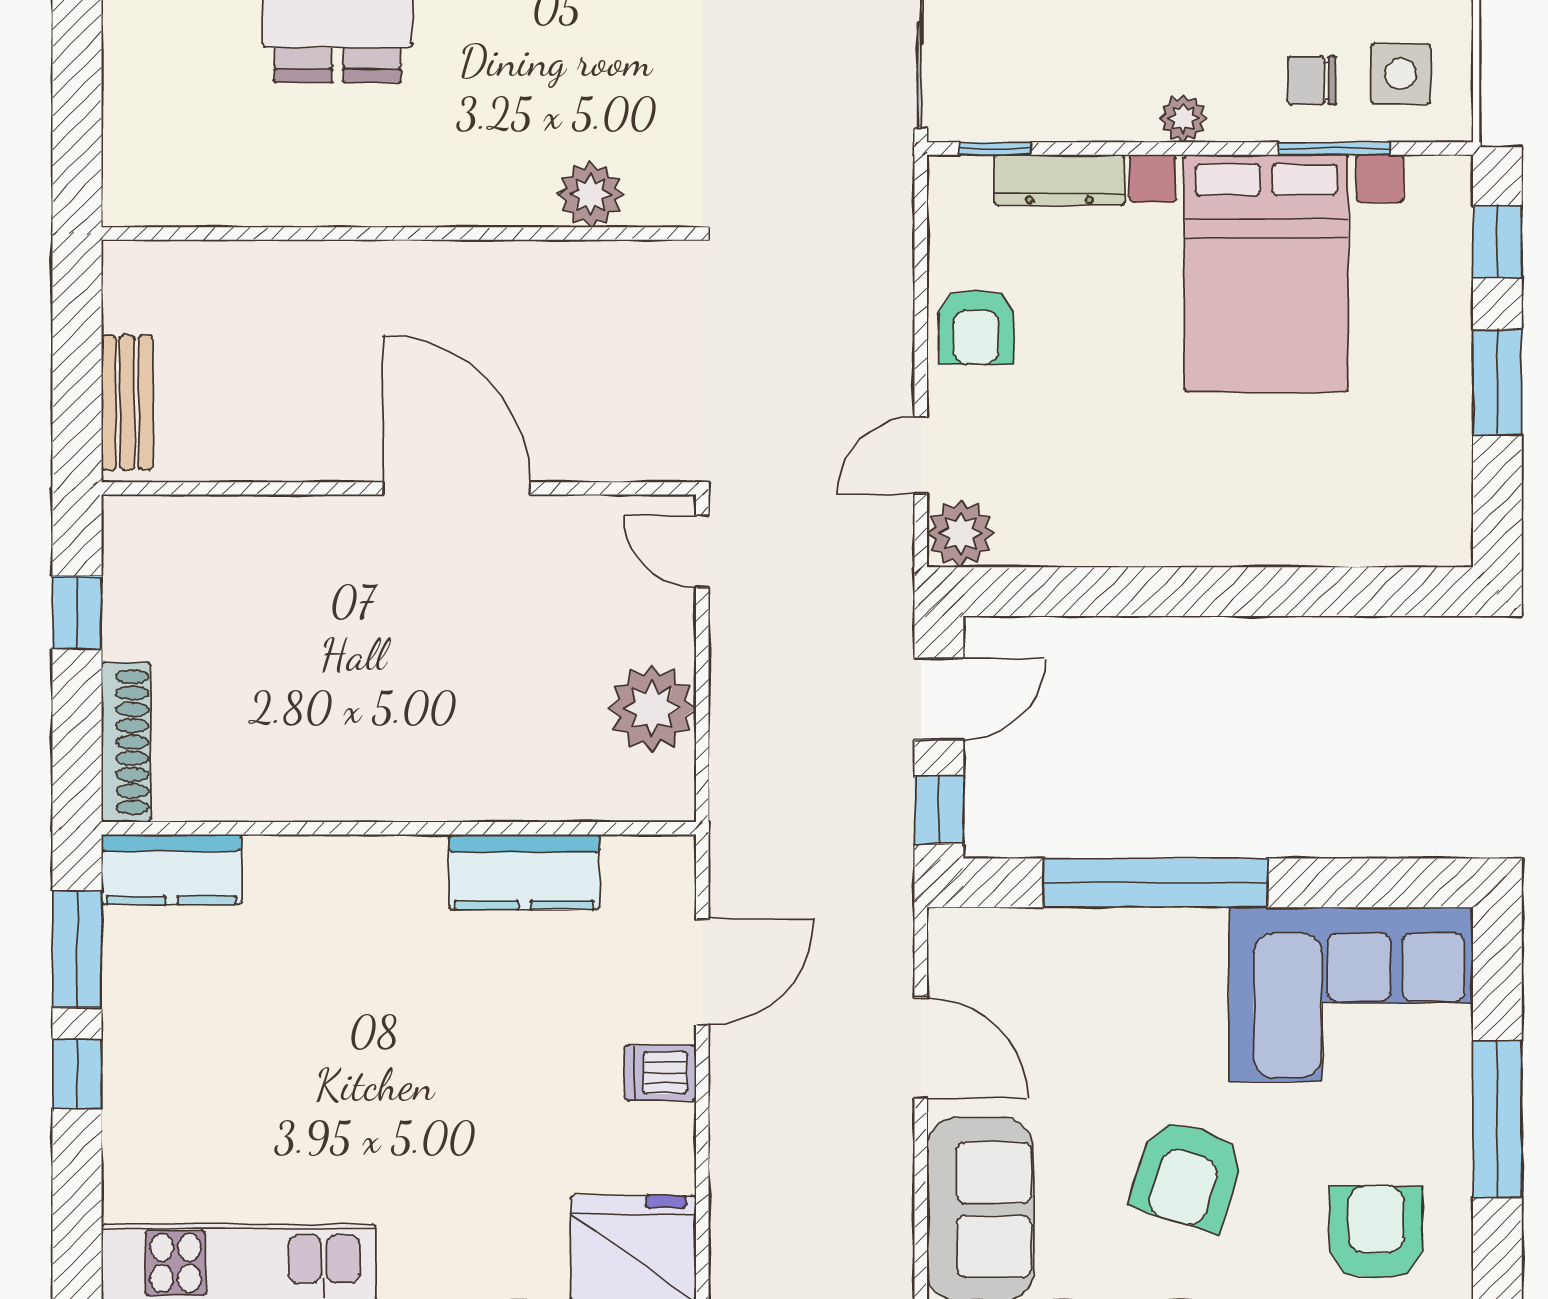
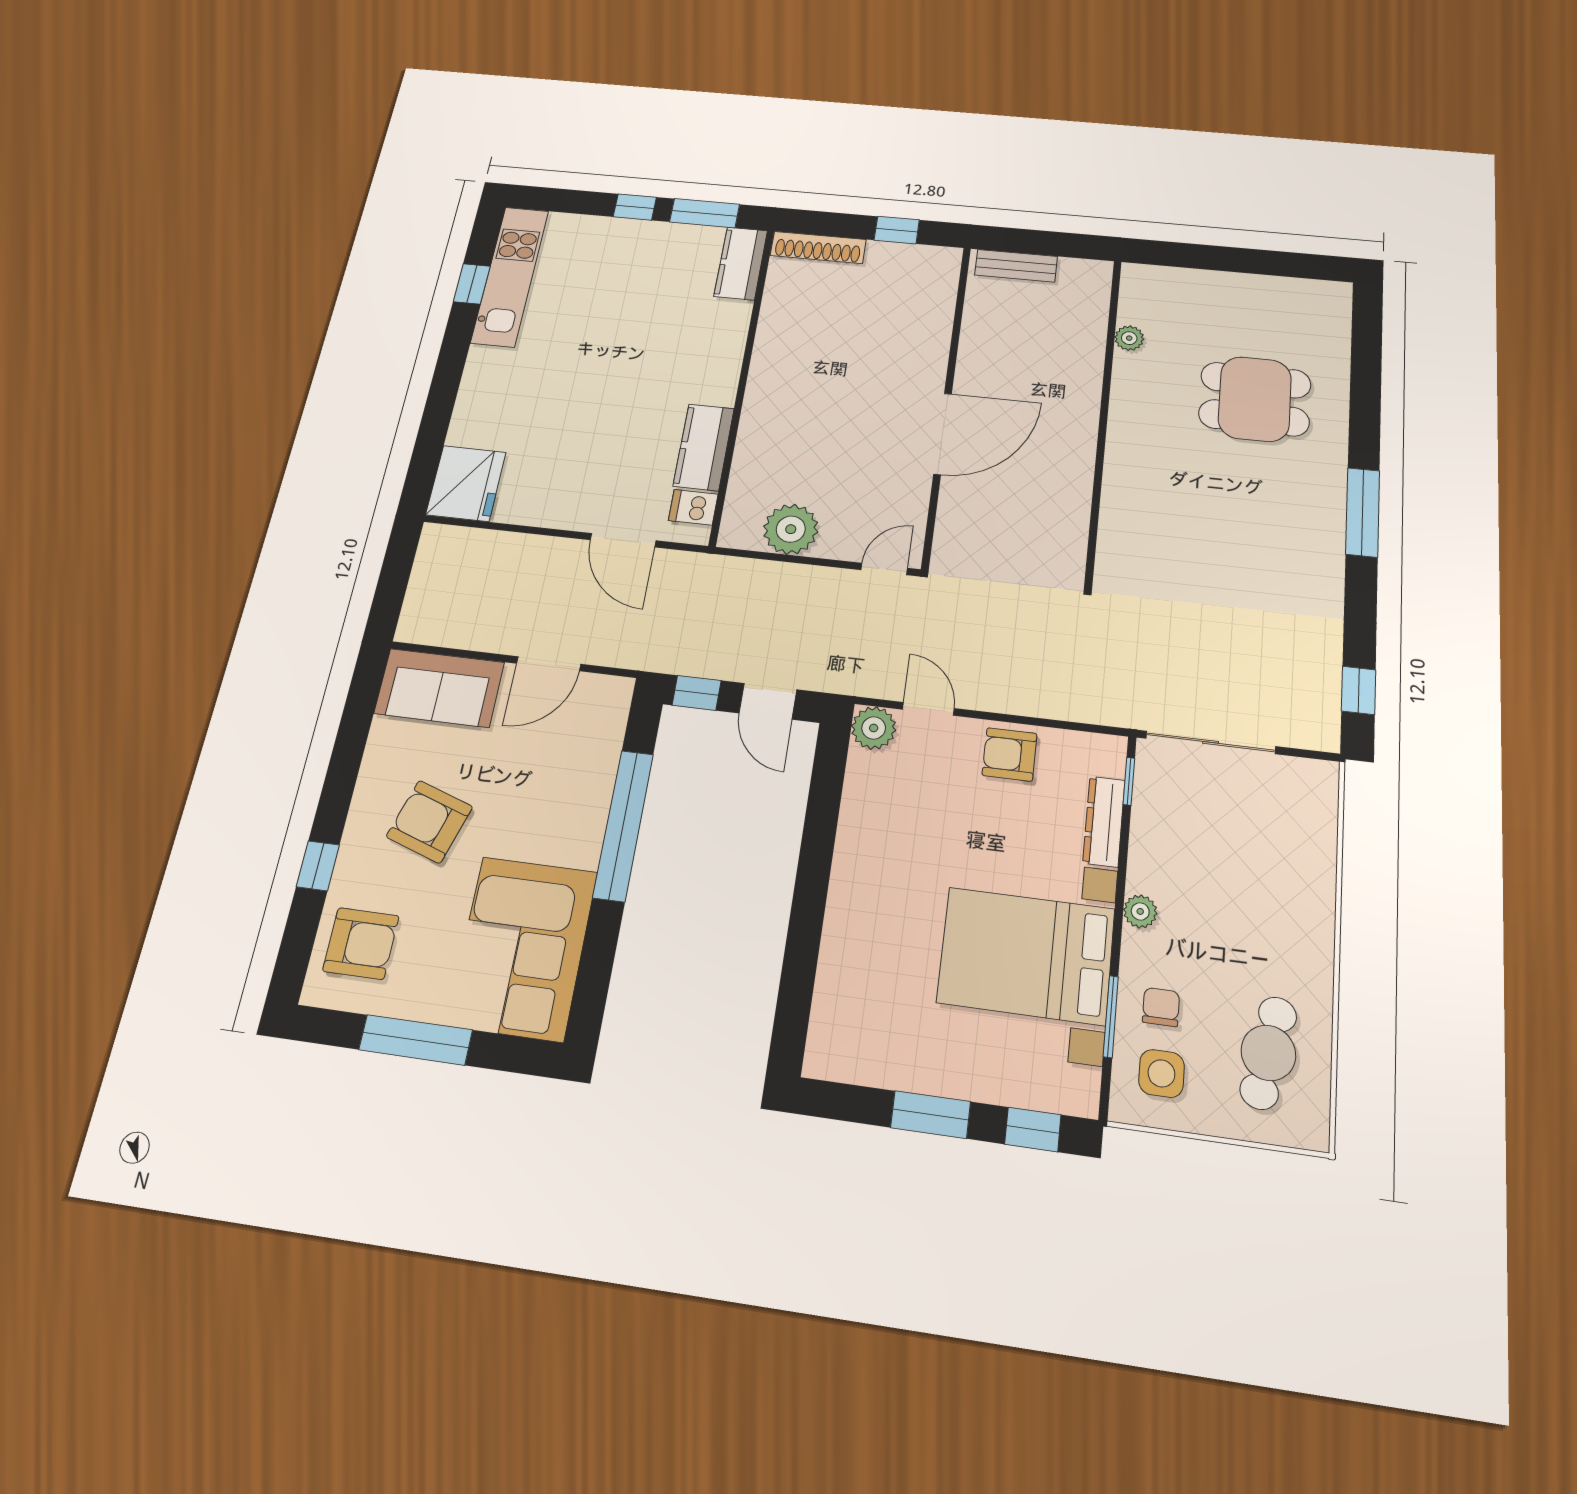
plant: (590, 194) -> (1129, 338), moved, width x0.73, depth x0.73
dishwasher: (660, 1073) -> (693, 507), moved, turned -90

